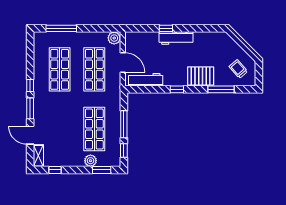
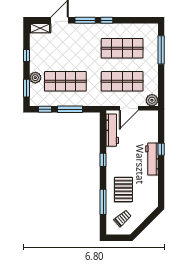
pallet: (201, 76) -> (124, 190), moved
window: (55, 170) -> (26, 56), moved

